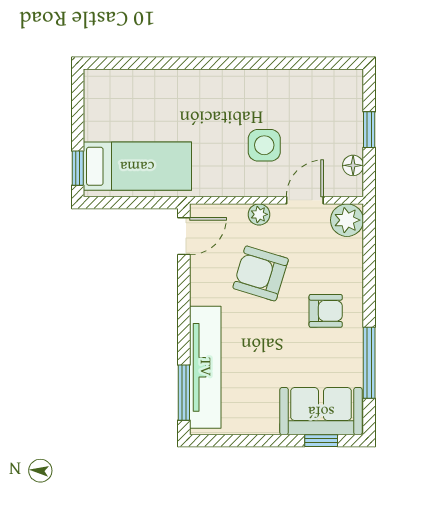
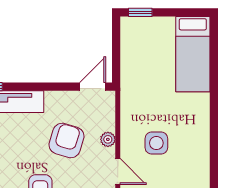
bed: (137, 166) -> (193, 54), moved
door: (184, 236) -> (93, 87), swing flipped

